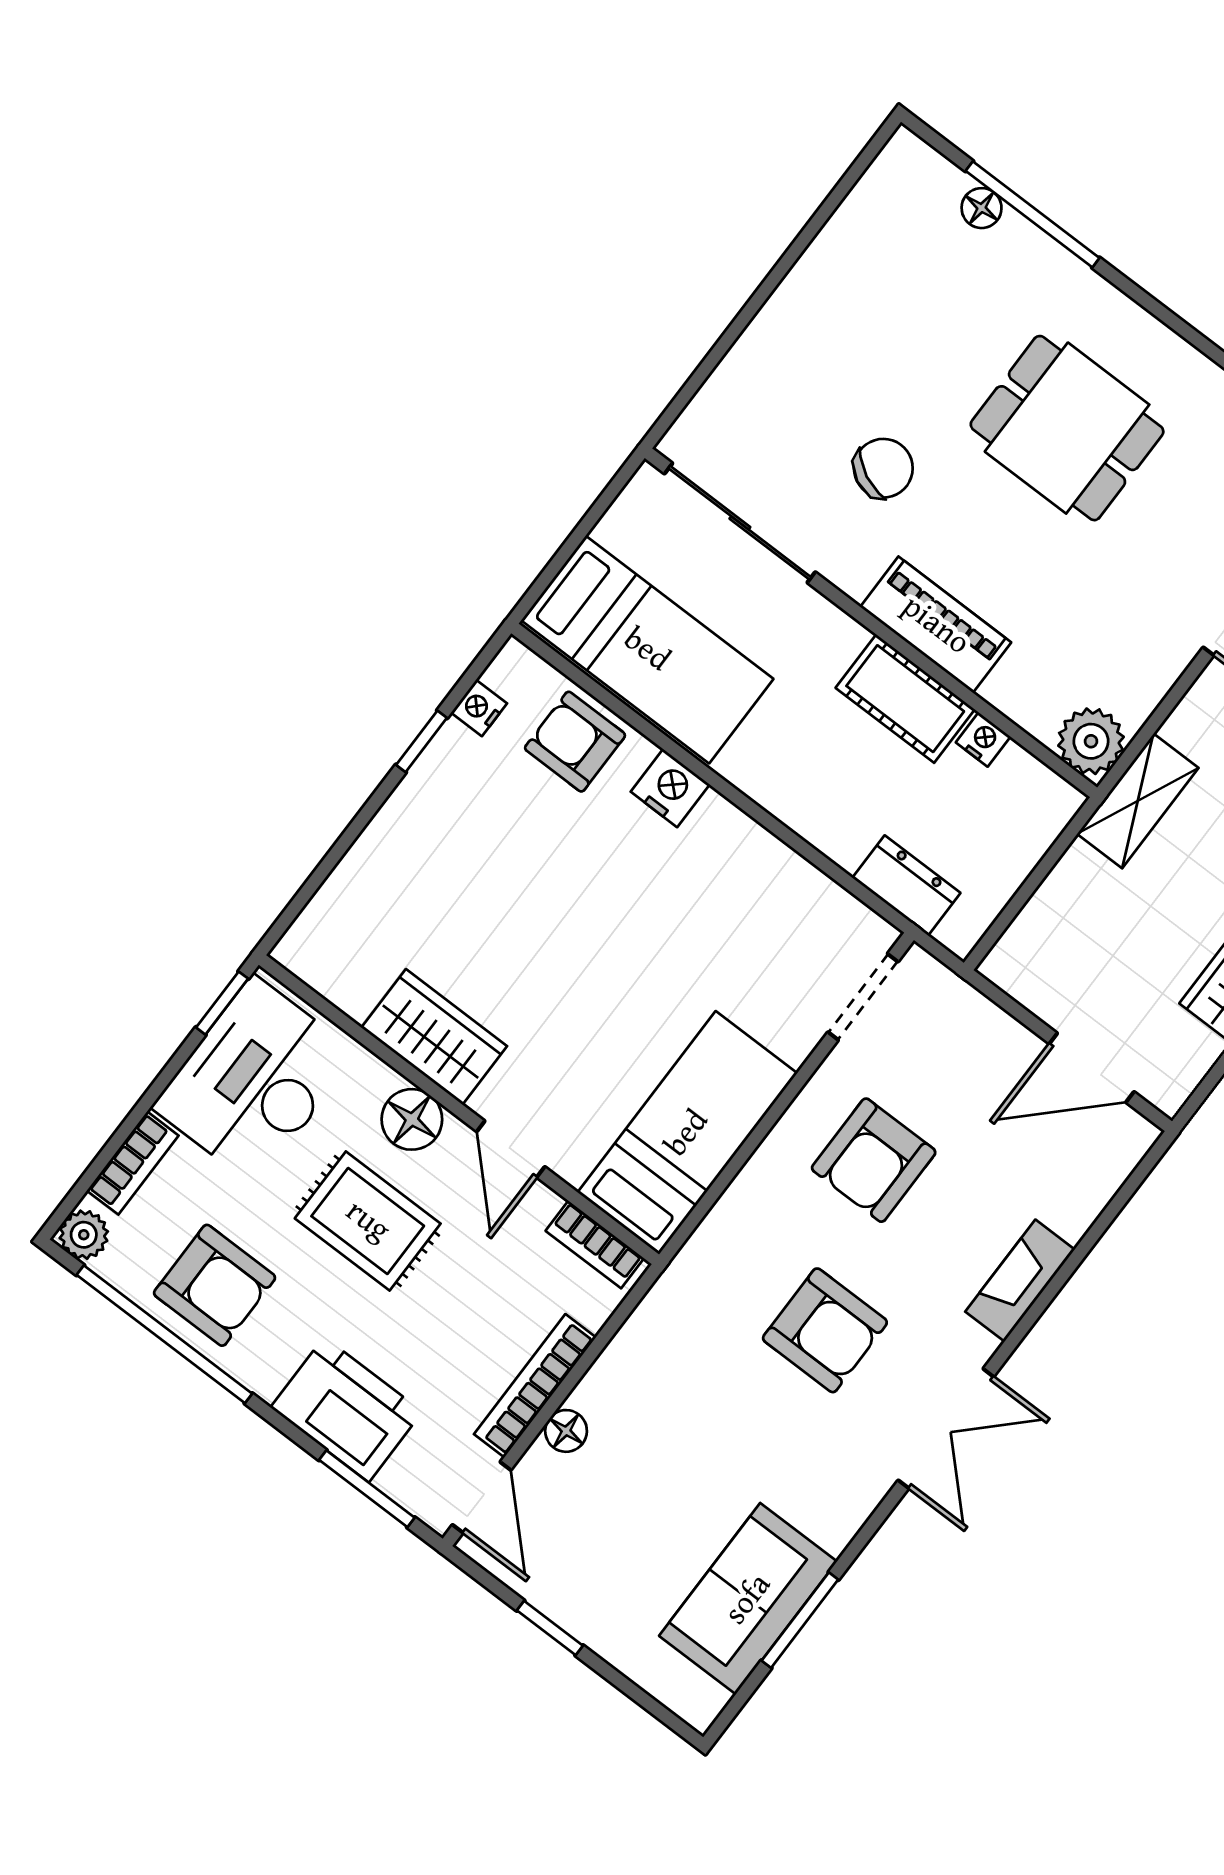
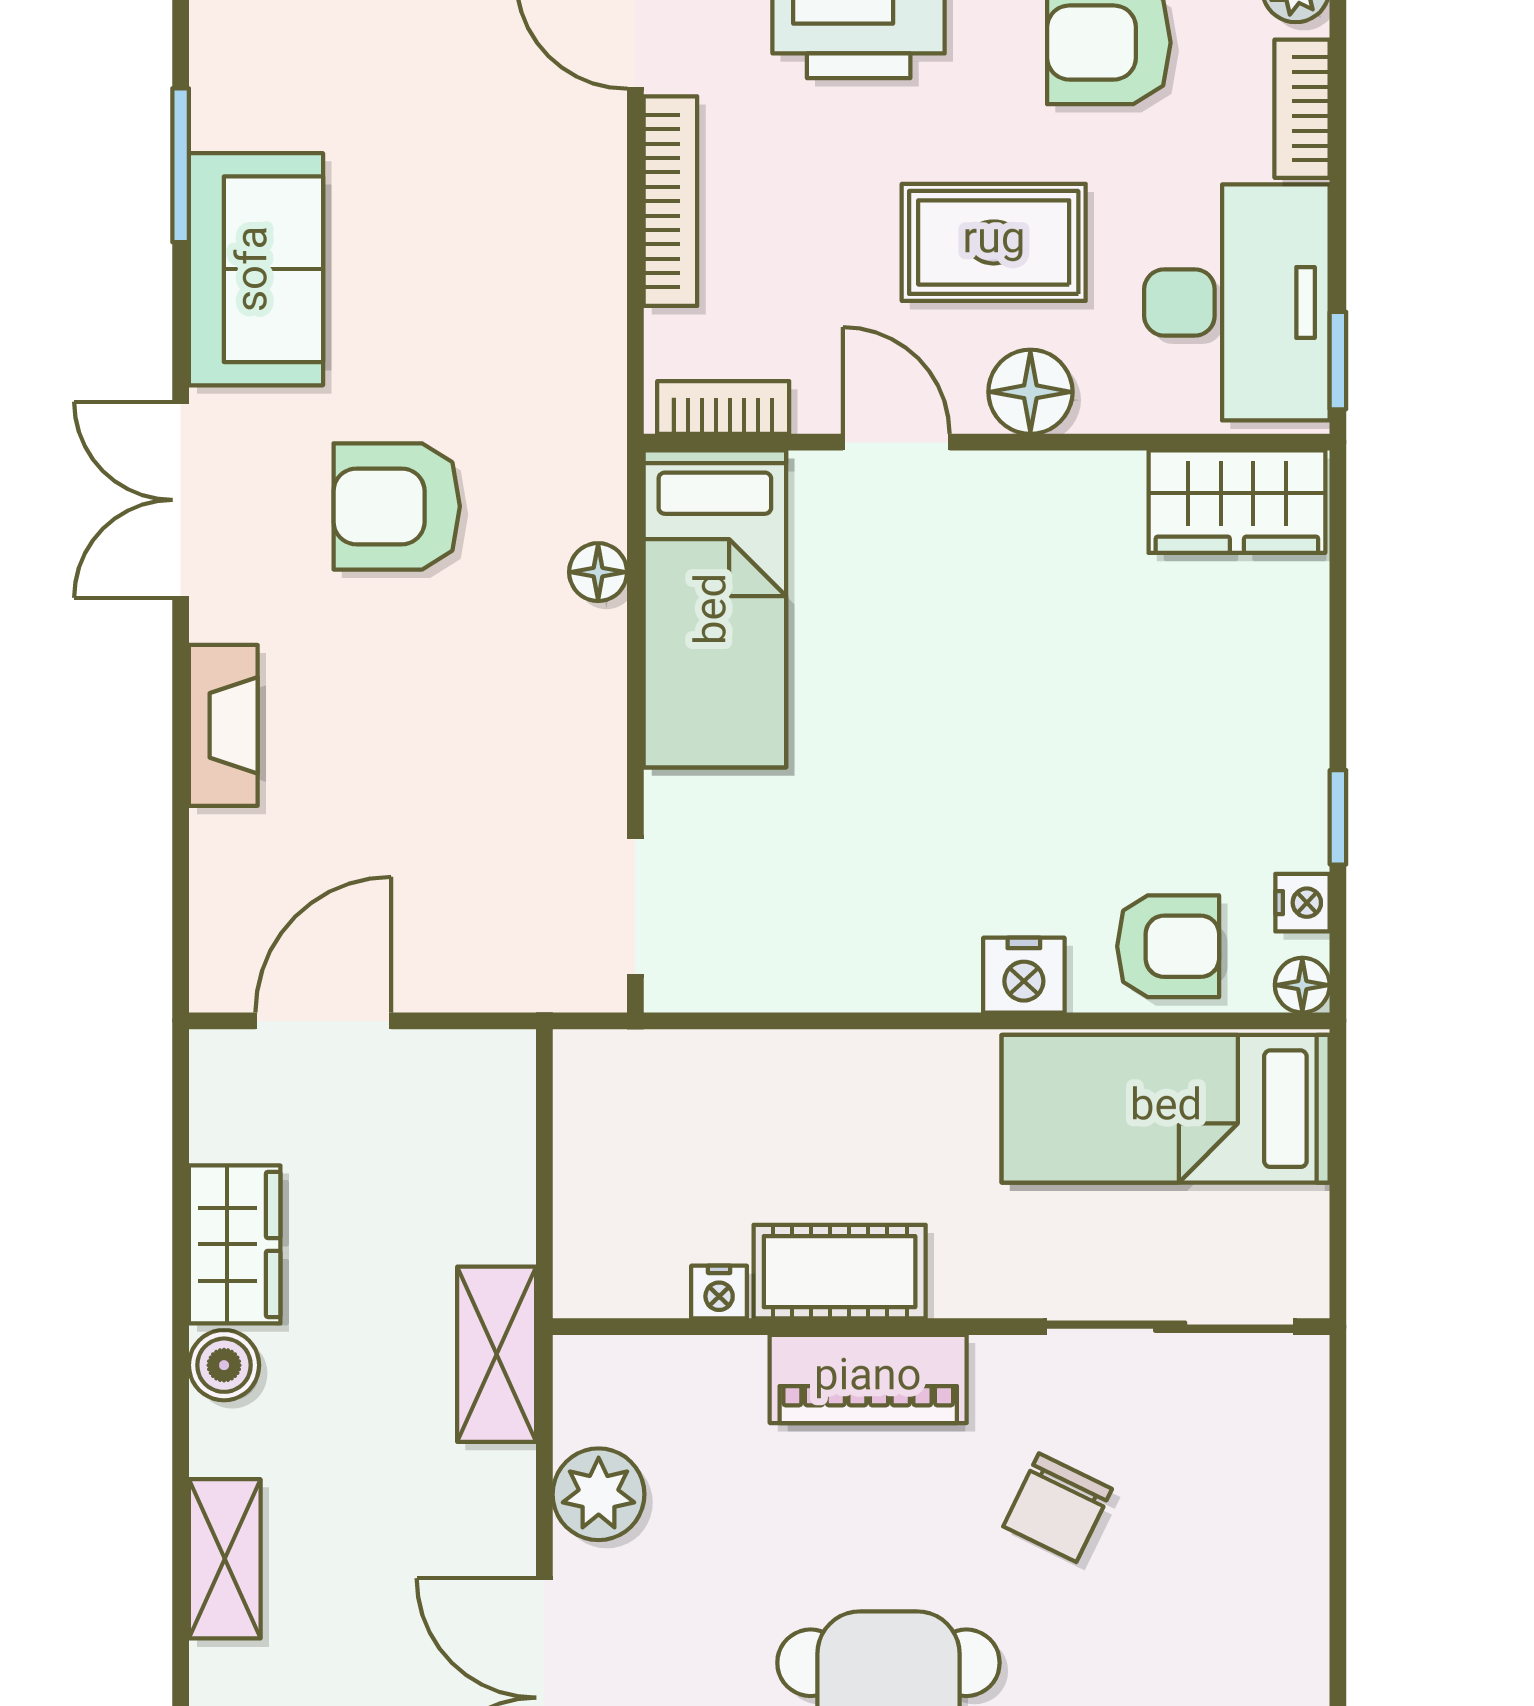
floor lamp: (515, 661) -> (1302, 985), added
plant: (1091, 741) -> (599, 1494), moved
dresser: (906, 885) -> (681, 1066), removed
wardrobe: (434, 1037) -> (1237, 502), moved
armchair: (874, 1160) -> (486, 735), removed
floor lamp: (566, 1431) -> (598, 572), moved
sofa: (748, 1599) -> (256, 269), moved

